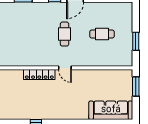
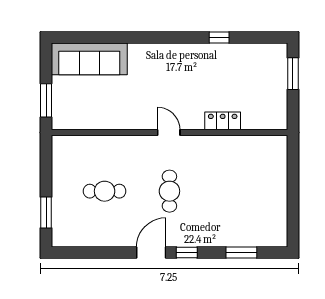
window: (136, 41) -> (46, 212), moved
locker: (39, 75) -> (223, 121), width x0.66

